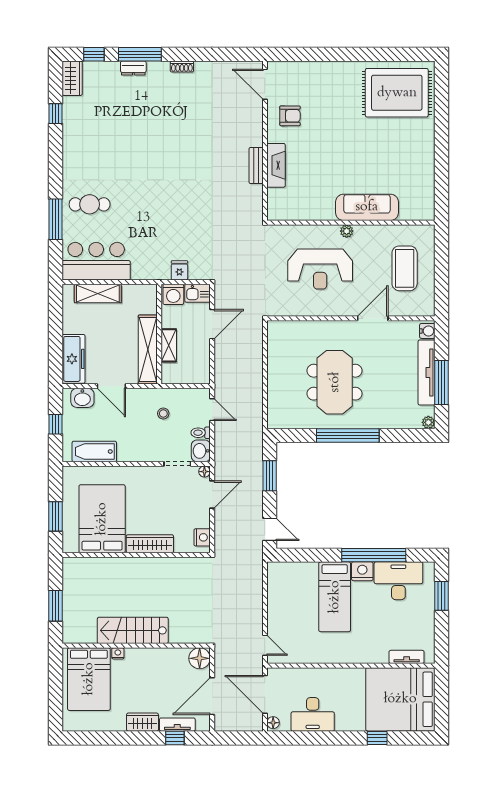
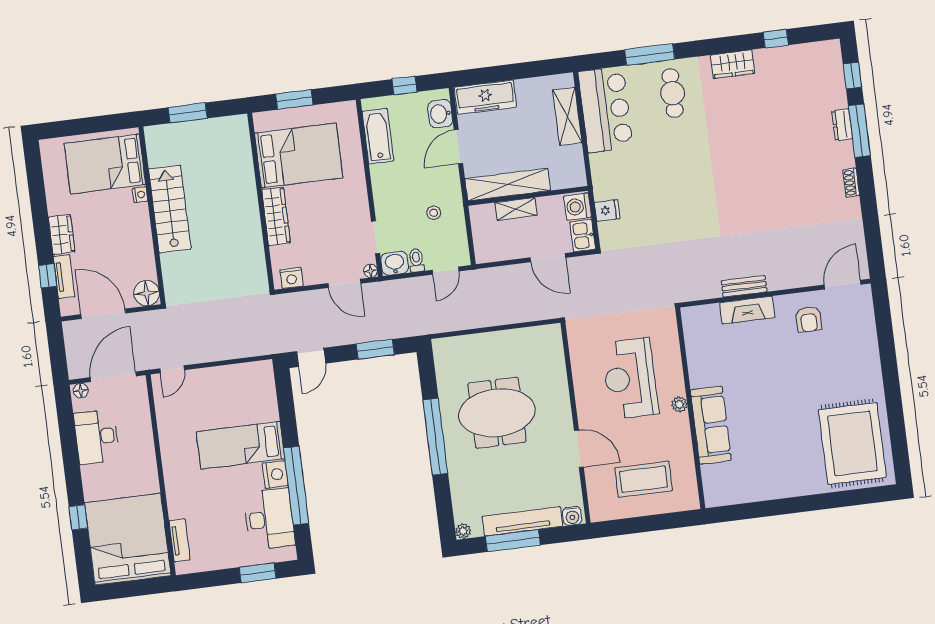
wardrobe: (72, 78) -> (733, 64), moved

